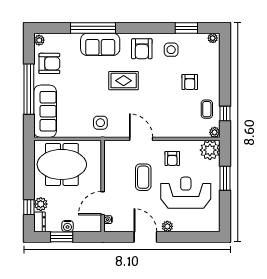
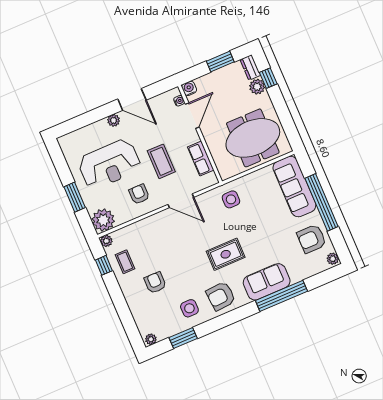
armchair: (142, 49) -> (221, 296), turned -94
row of seats: (111, 166) -> (201, 159), added
water cooler: (67, 226) -> (189, 88), moved

